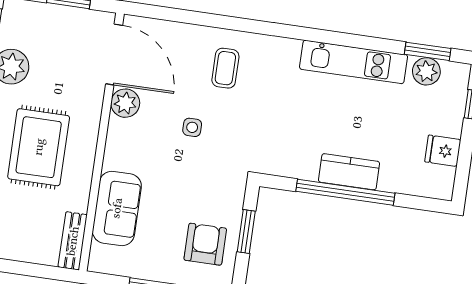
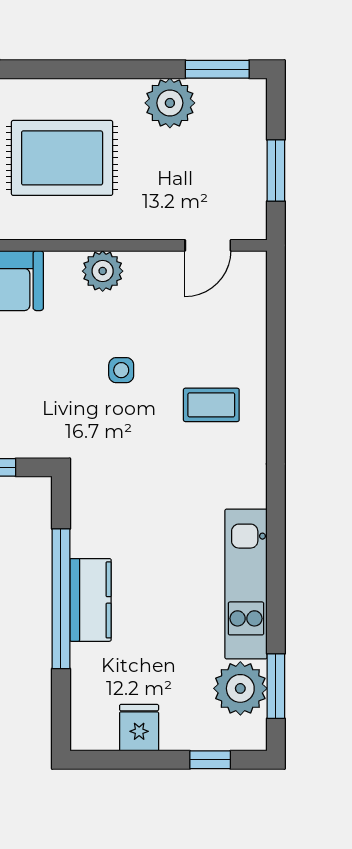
door: (114, 55) -> (208, 245), width x0.53
plant: (426, 71) -> (240, 688), width x1.36, depth x1.36
plant: (125, 103) -> (103, 271), moved

